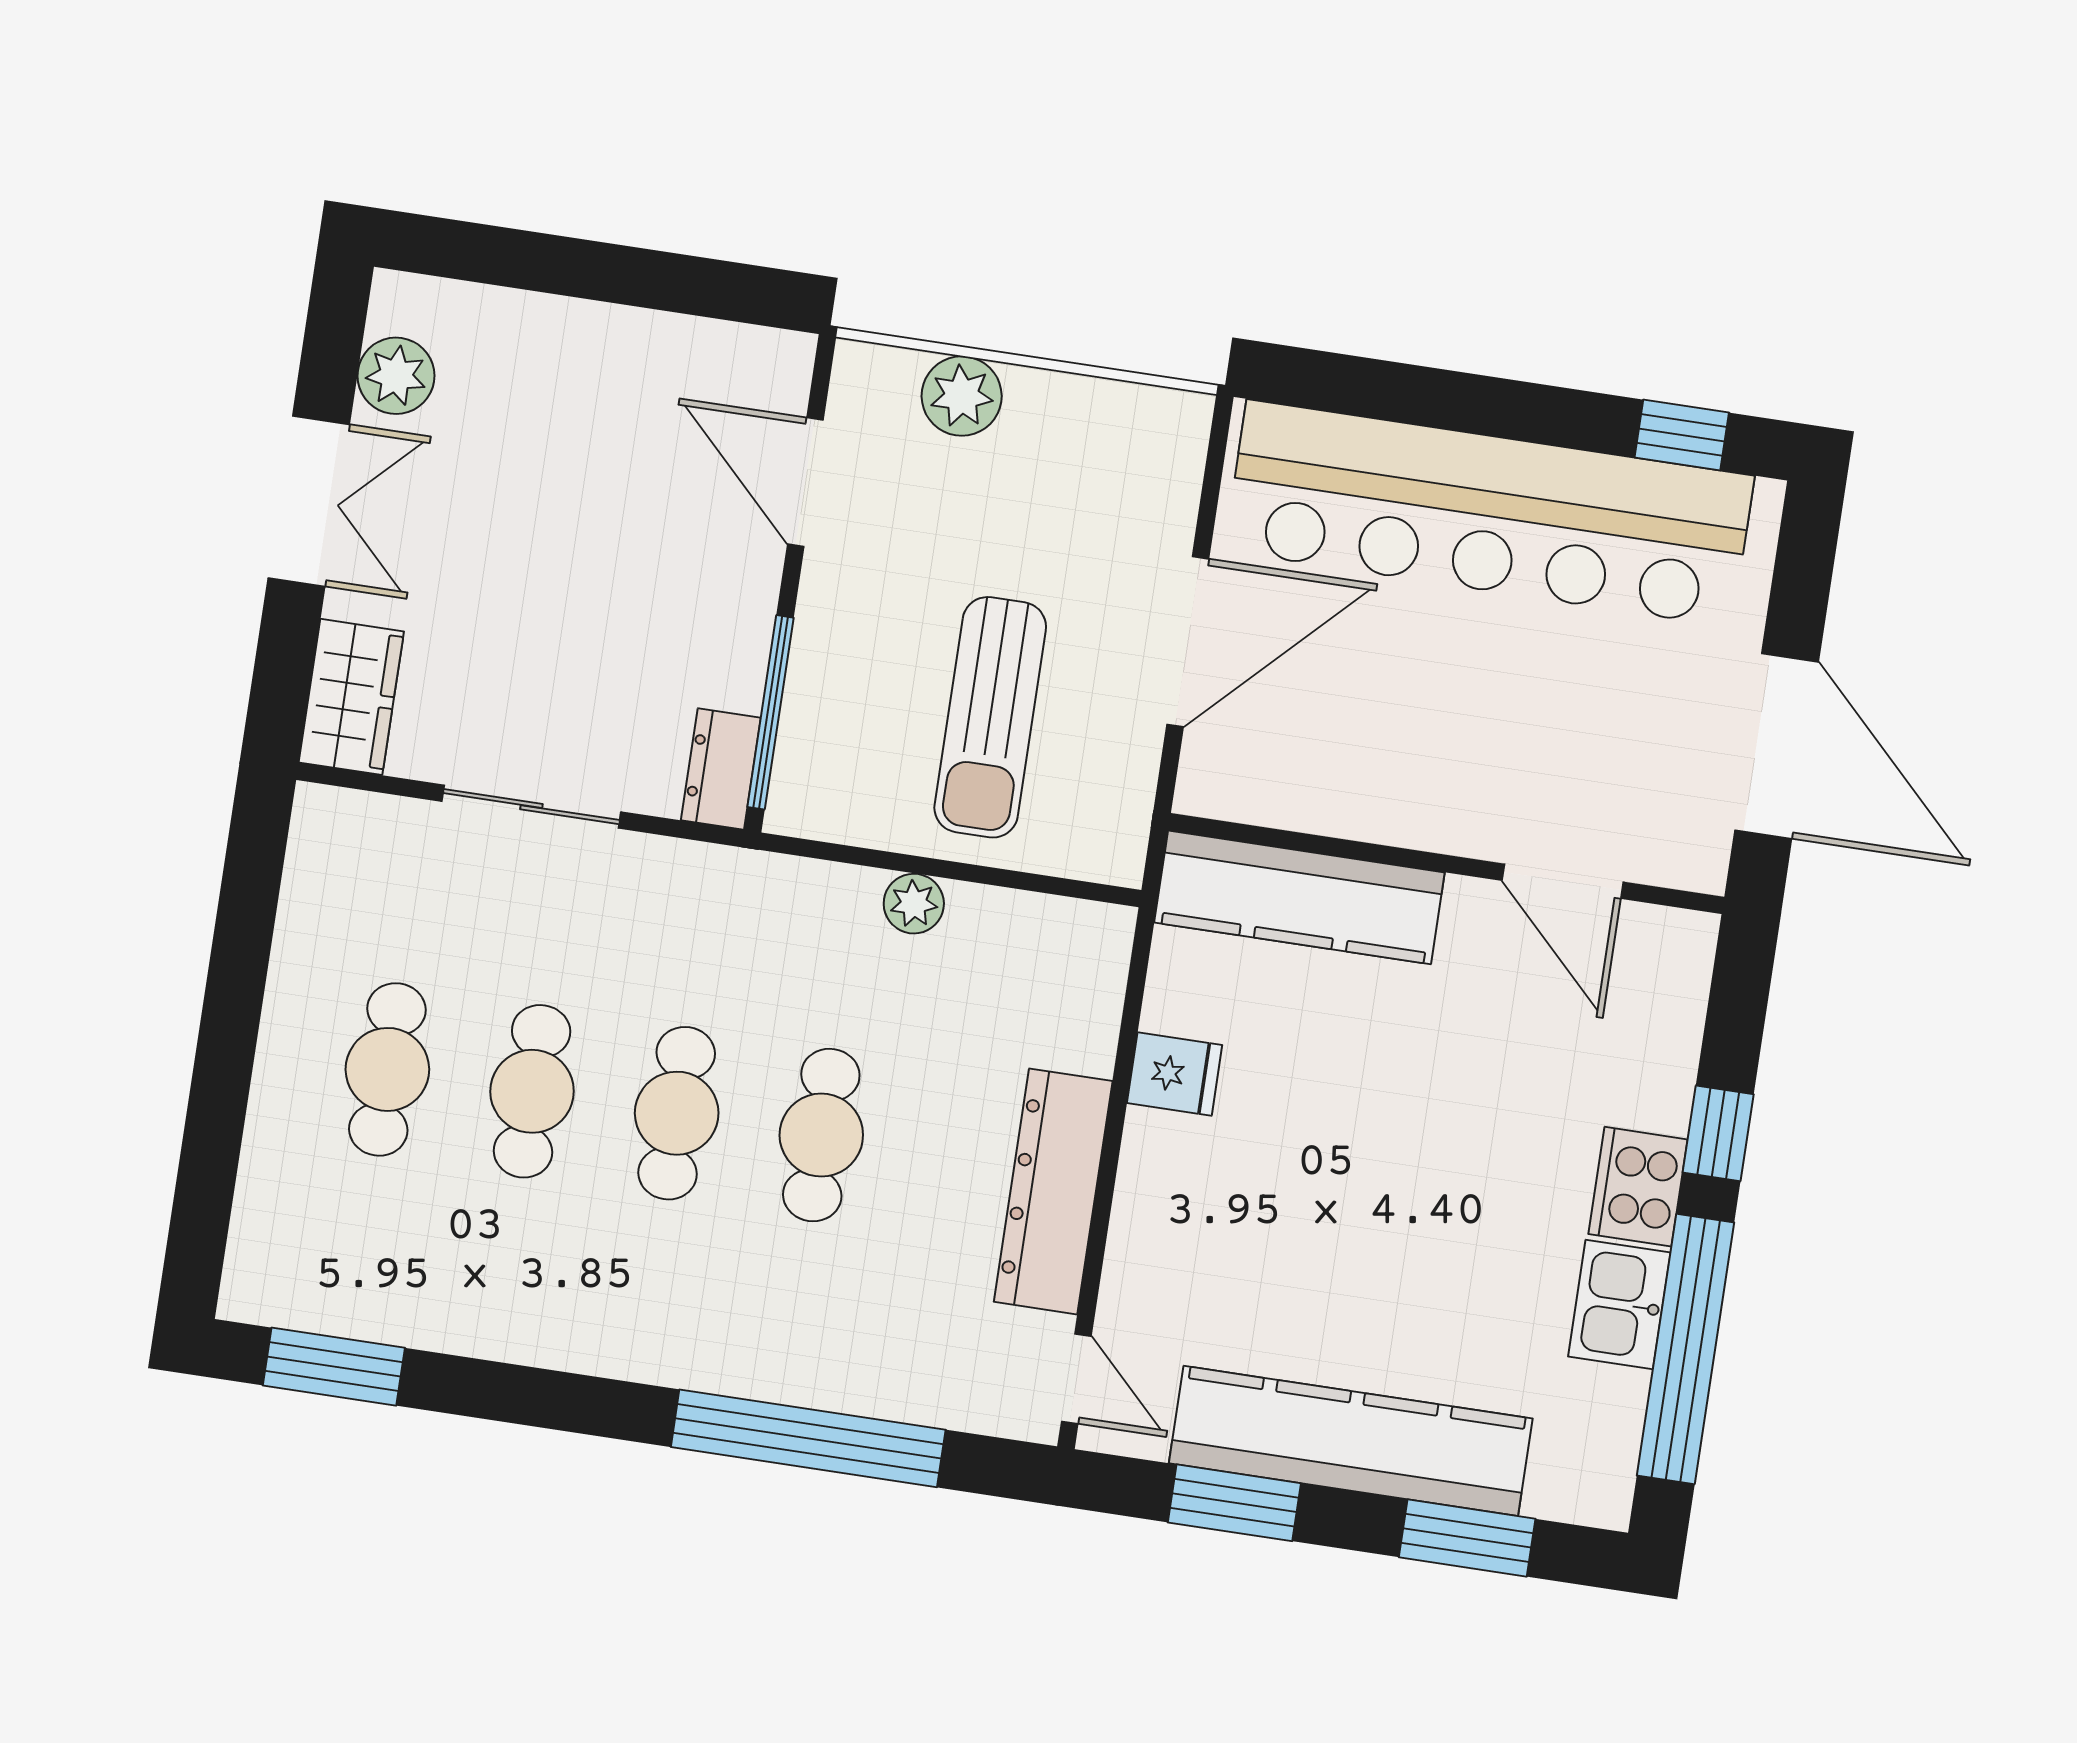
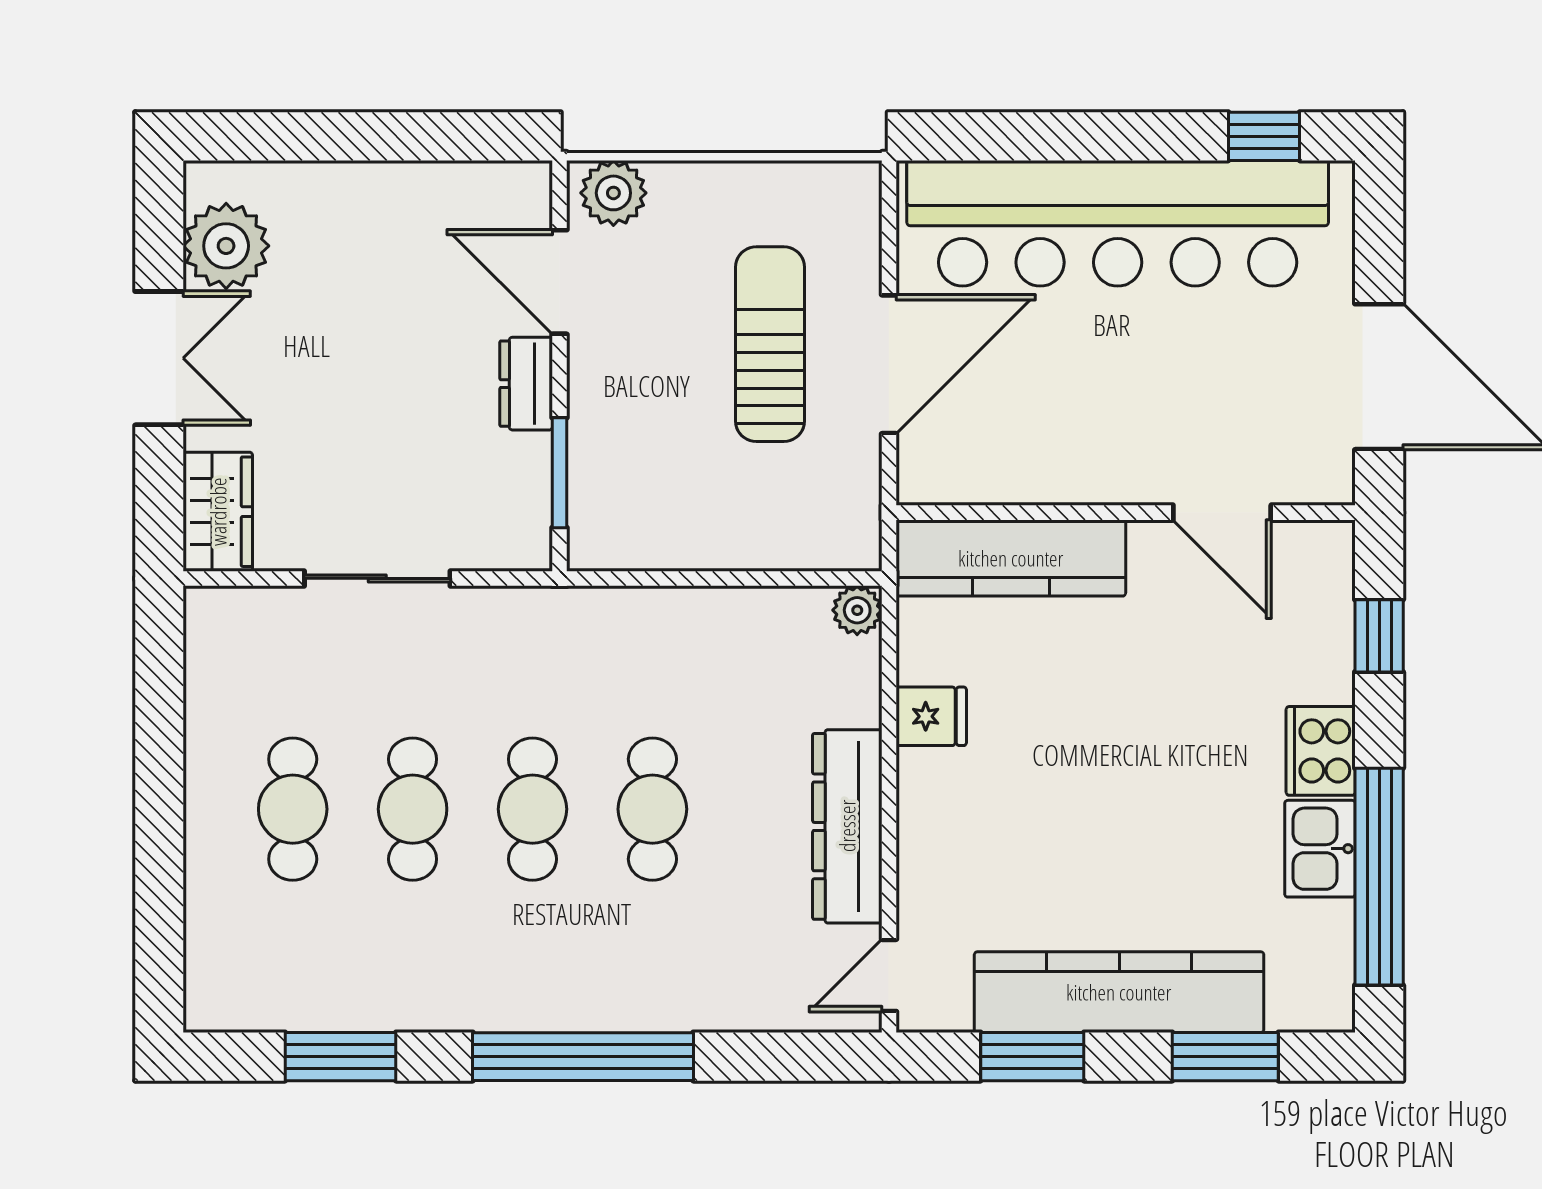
plant: (396, 376) -> (226, 246), width x1.36, depth x1.36
plant: (962, 396) -> (613, 193), moved
window: (771, 712) -> (559, 473), width x0.69
sun lounger: (990, 717) -> (770, 344), moved, turned 180
dresser: (721, 769) -> (526, 384), moved
plant: (914, 904) -> (857, 610), moved
window: (1718, 1133) -> (1379, 636), moved
window: (334, 1367) -> (340, 1057), moved
door: (1076, 1379) -> (889, 975), swing flipped
window: (808, 1438) -> (583, 1057), moved

